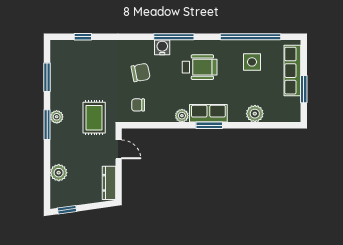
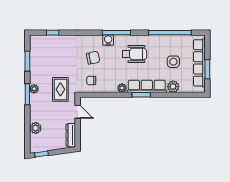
side table: (252, 62) -> (173, 62), moved
row of seats: (292, 71) -> (199, 63), width x1.36
row of seats: (208, 113) -> (147, 86), width x1.48

